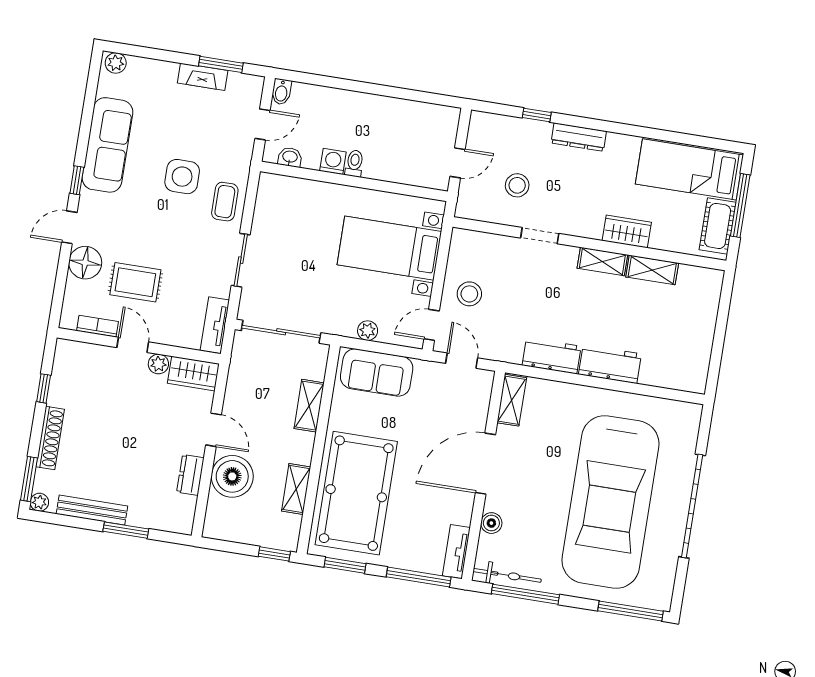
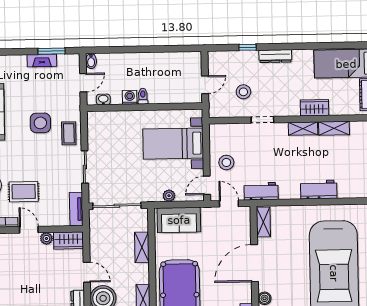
workbench: (552, 356) -> (261, 191), moved

